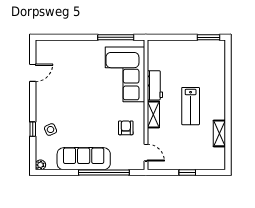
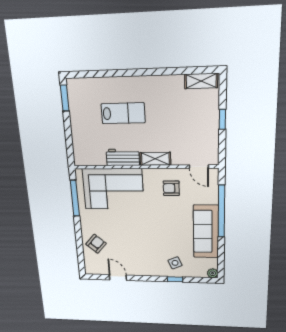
armchair: (69, 54) -> (96, 244), added
lab bench: (191, 106) -> (123, 113), moved
shelving: (219, 133) -> (201, 81), moved
door: (146, 153) -> (199, 167), swing flipped

